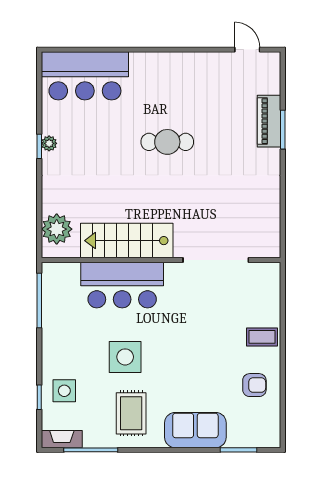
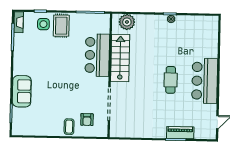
bar counter: (85, 76) -> (205, 81), moved
side table: (125, 357) -> (60, 56), removed
armchair: (254, 385) -> (87, 120), moved
rug: (131, 413) -> (61, 26), moved, turned 90

